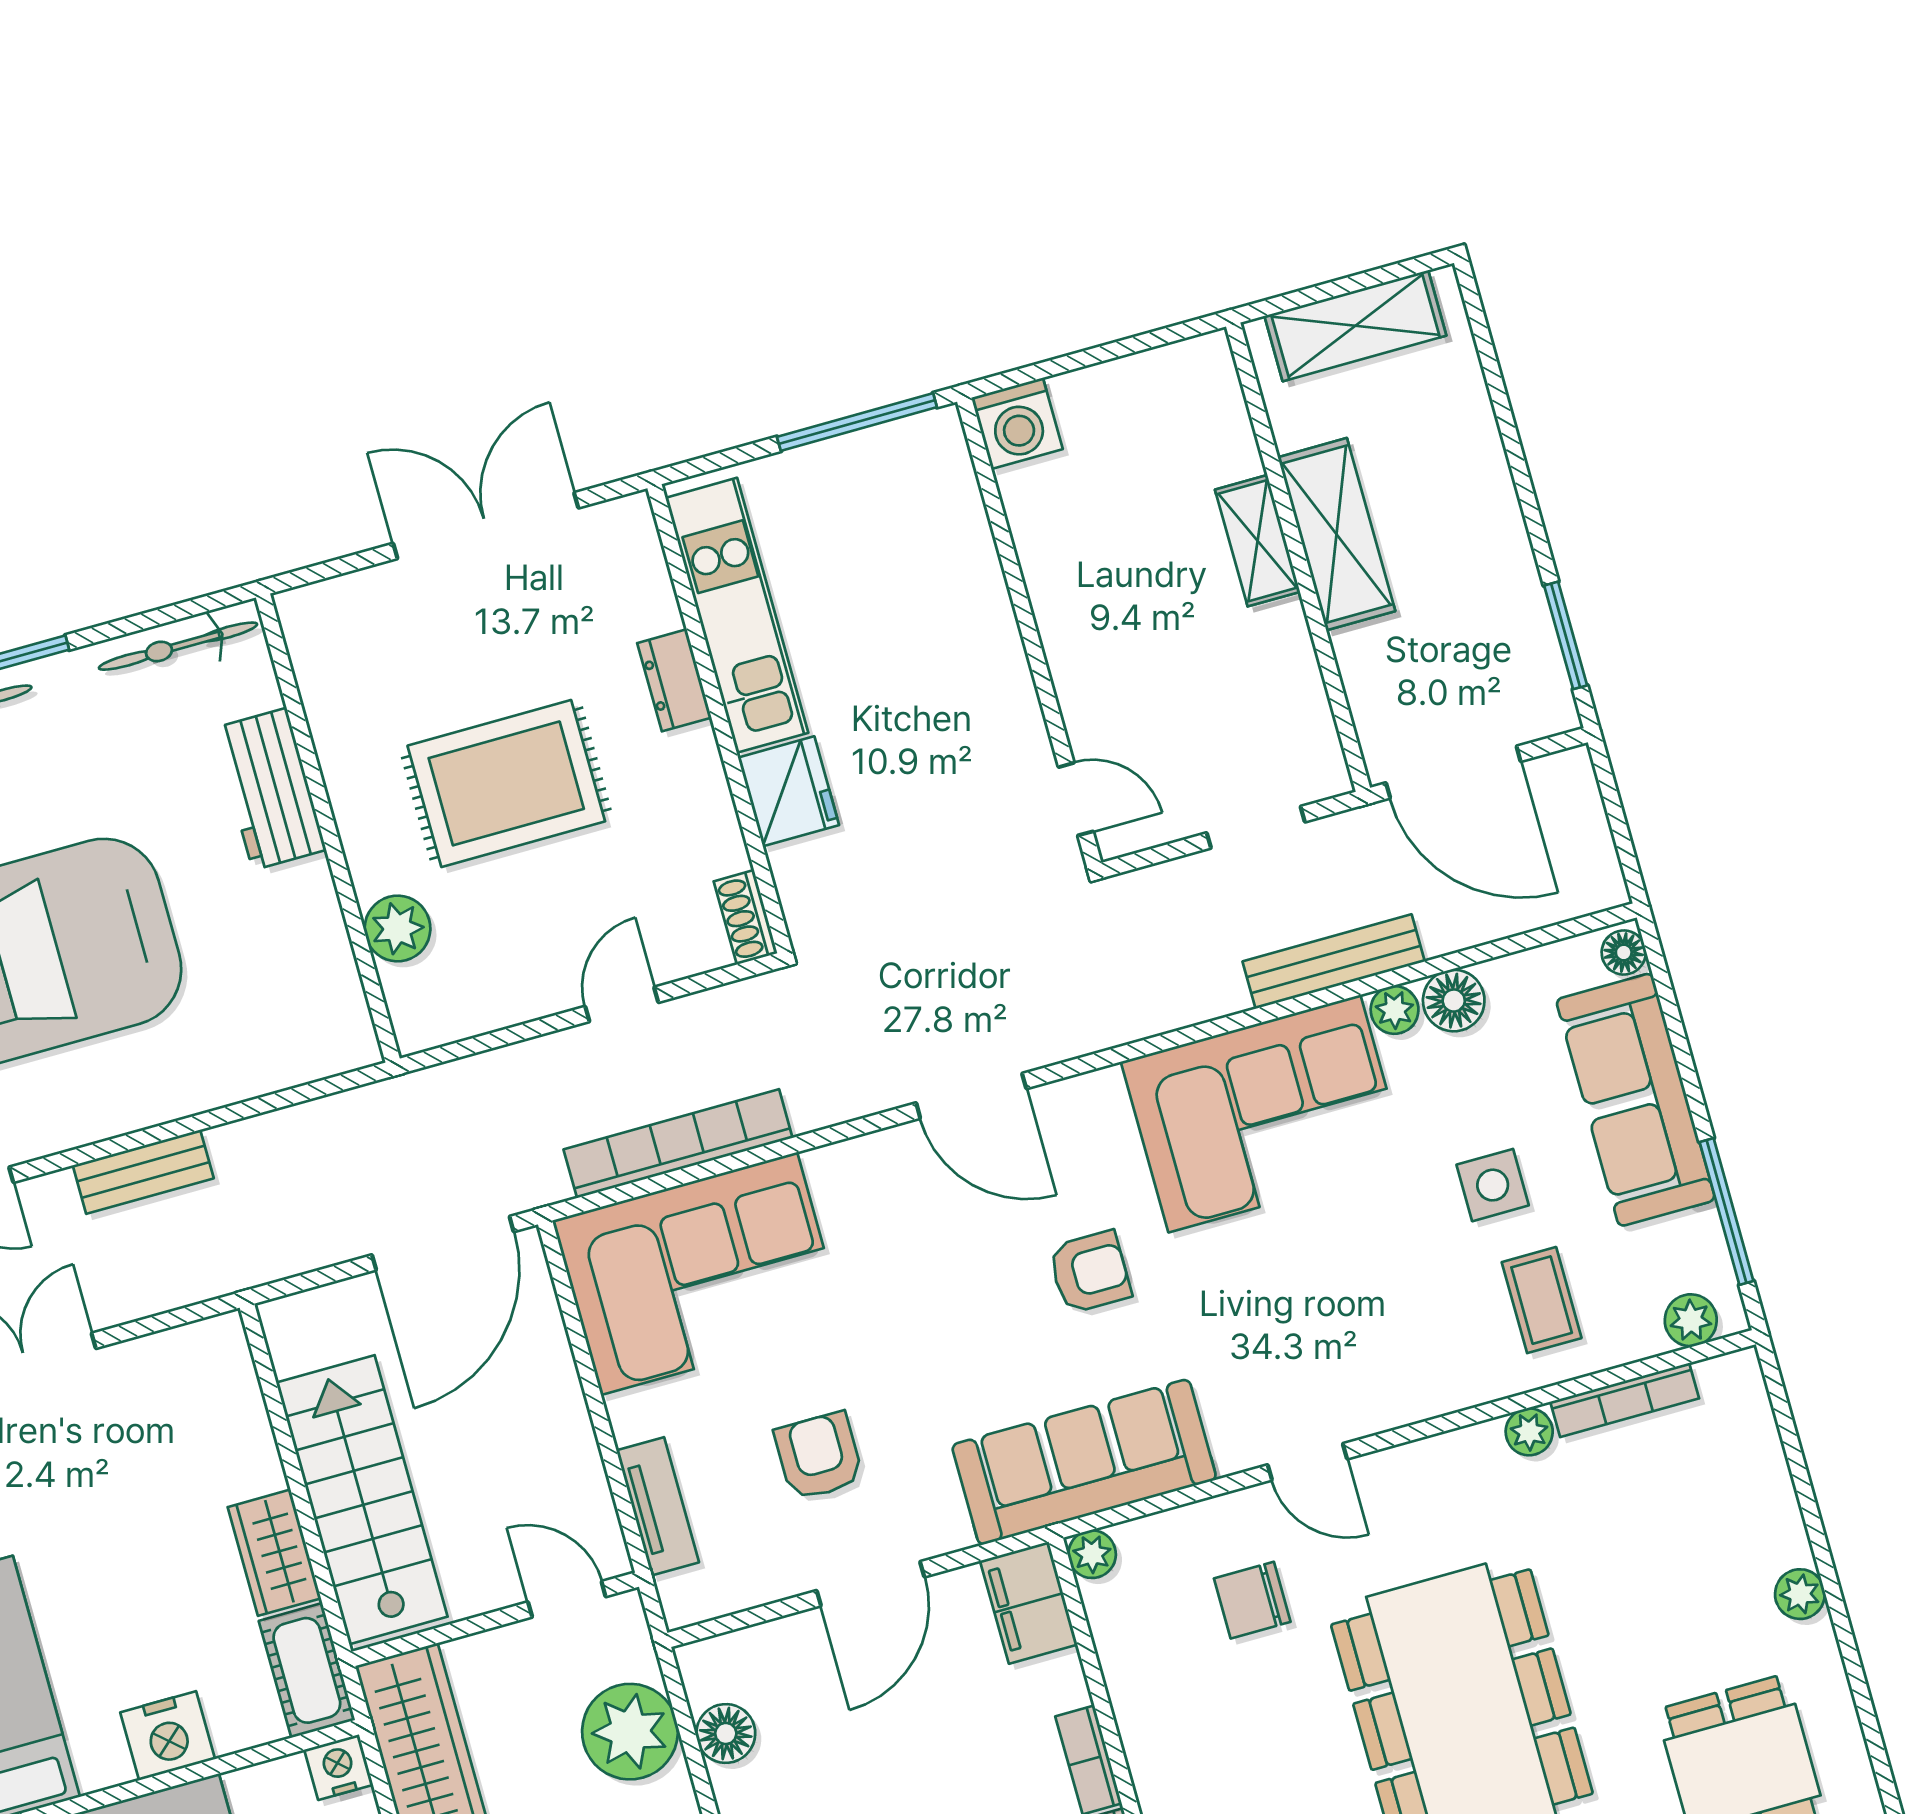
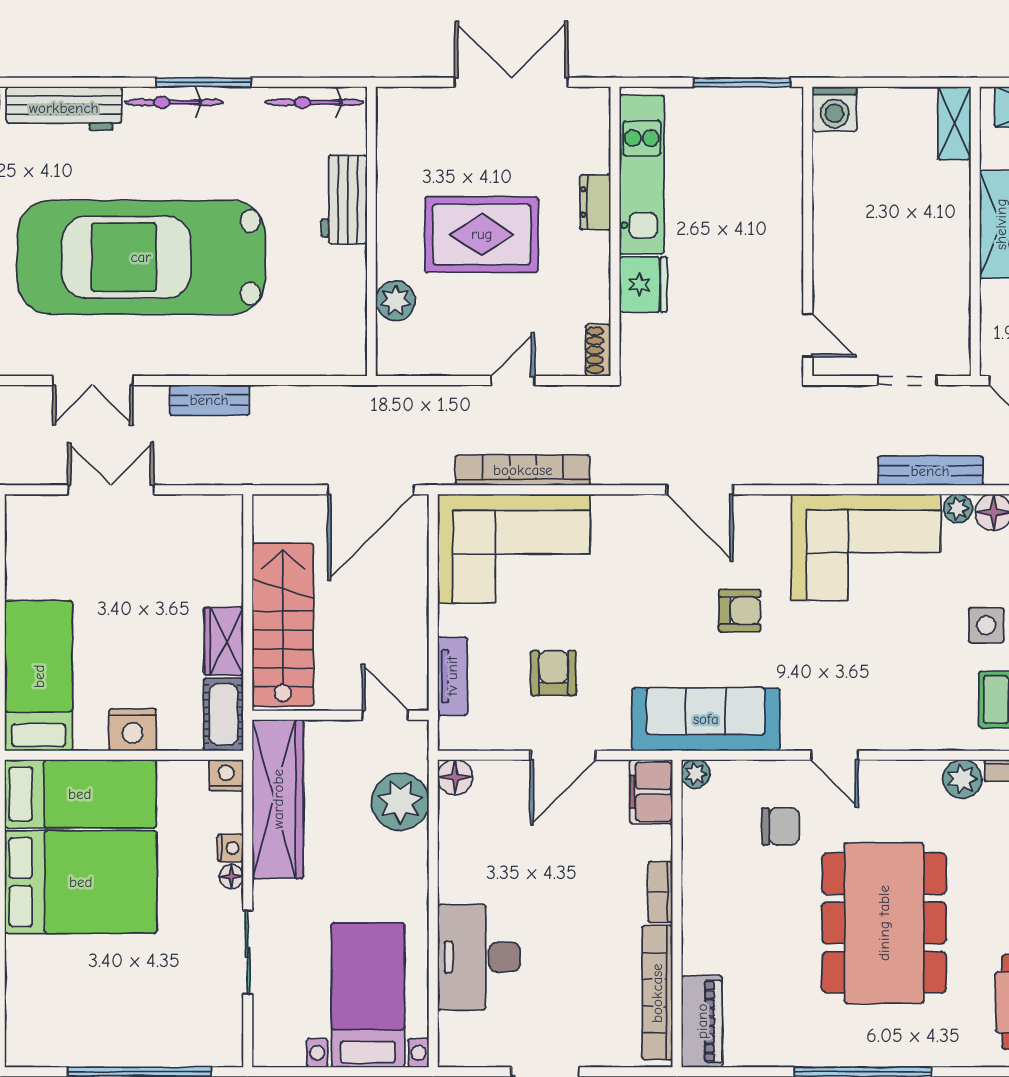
shelving: (1258, 541) -> (954, 123), moved
plant: (1529, 1432) -> (962, 779), width x1.38, depth x1.38
chair: (1252, 1600) -> (781, 826), turned 180
floor lamp: (726, 1733) -> (455, 777), moved

